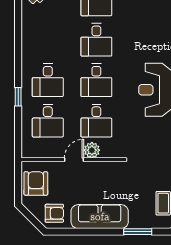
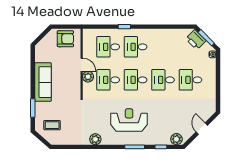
armchair: (54, 213) -> (45, 51), removed

